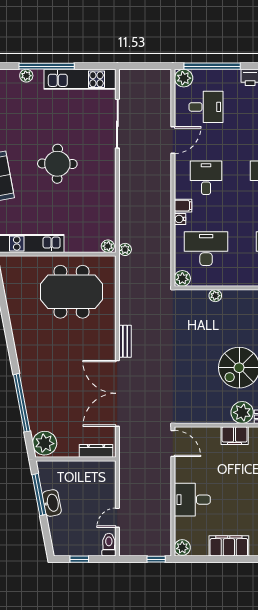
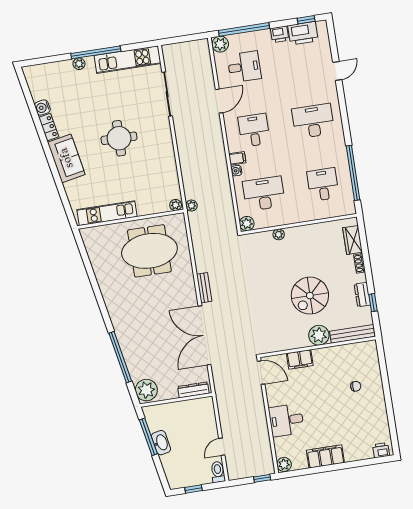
filing cabinet: (235, 436) -> (300, 359), moved

